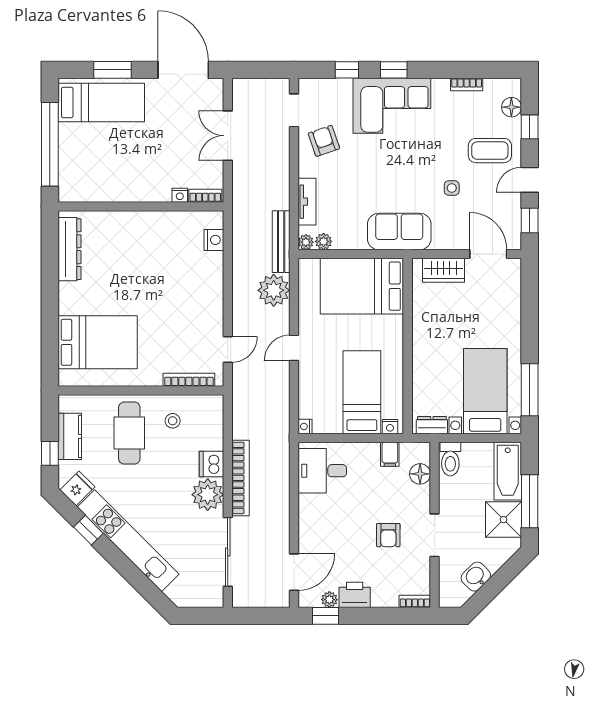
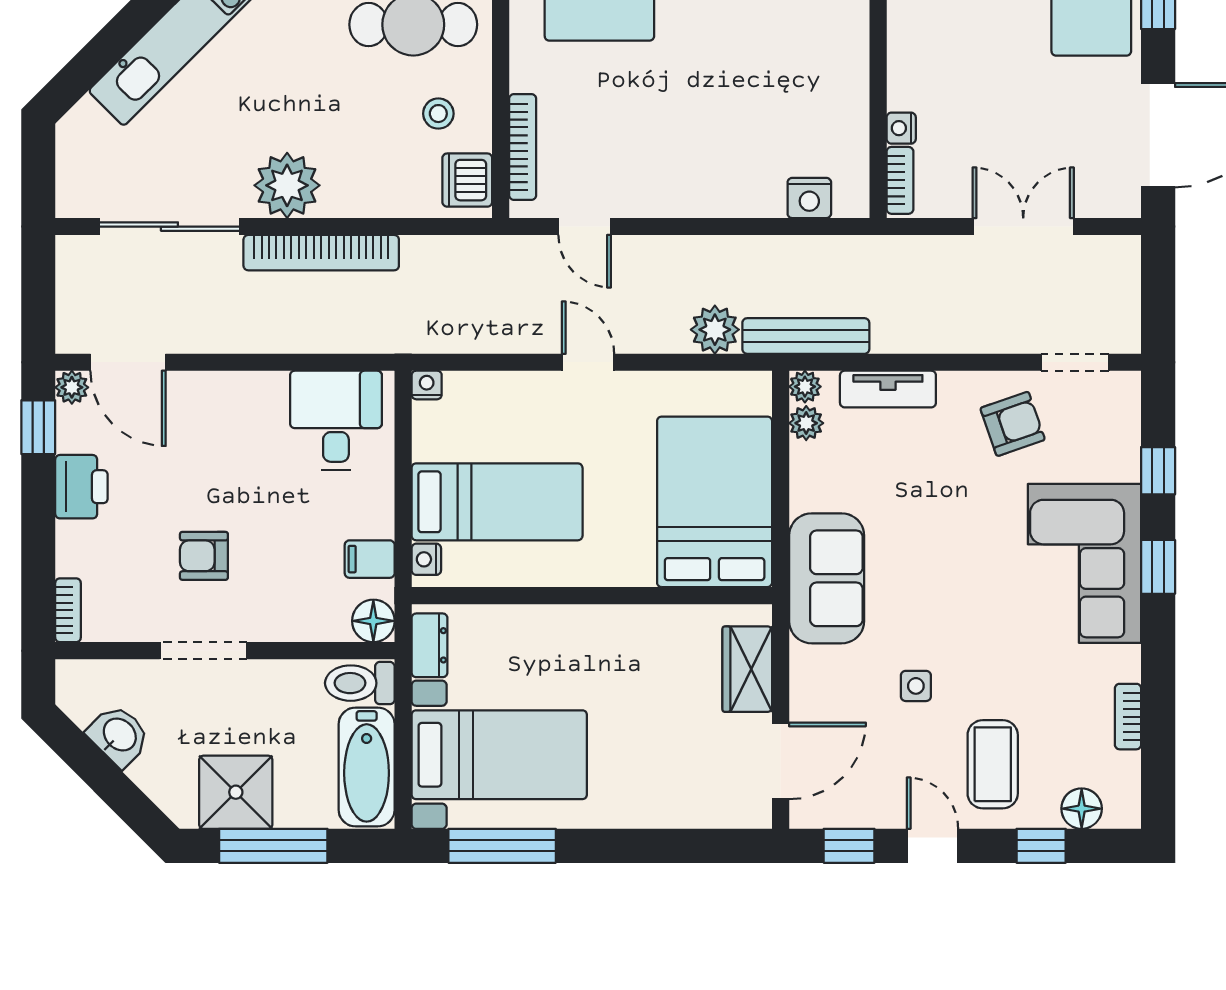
plant: (274, 290) -> (715, 330), width x0.73, depth x0.73
dishwasher: (211, 464) -> (467, 180), moved, turned -90
bathtub: (508, 471) -> (367, 767), moved, turned -90
floor lamp: (420, 474) -> (373, 621), moved
plant: (329, 600) -> (72, 387), moved

